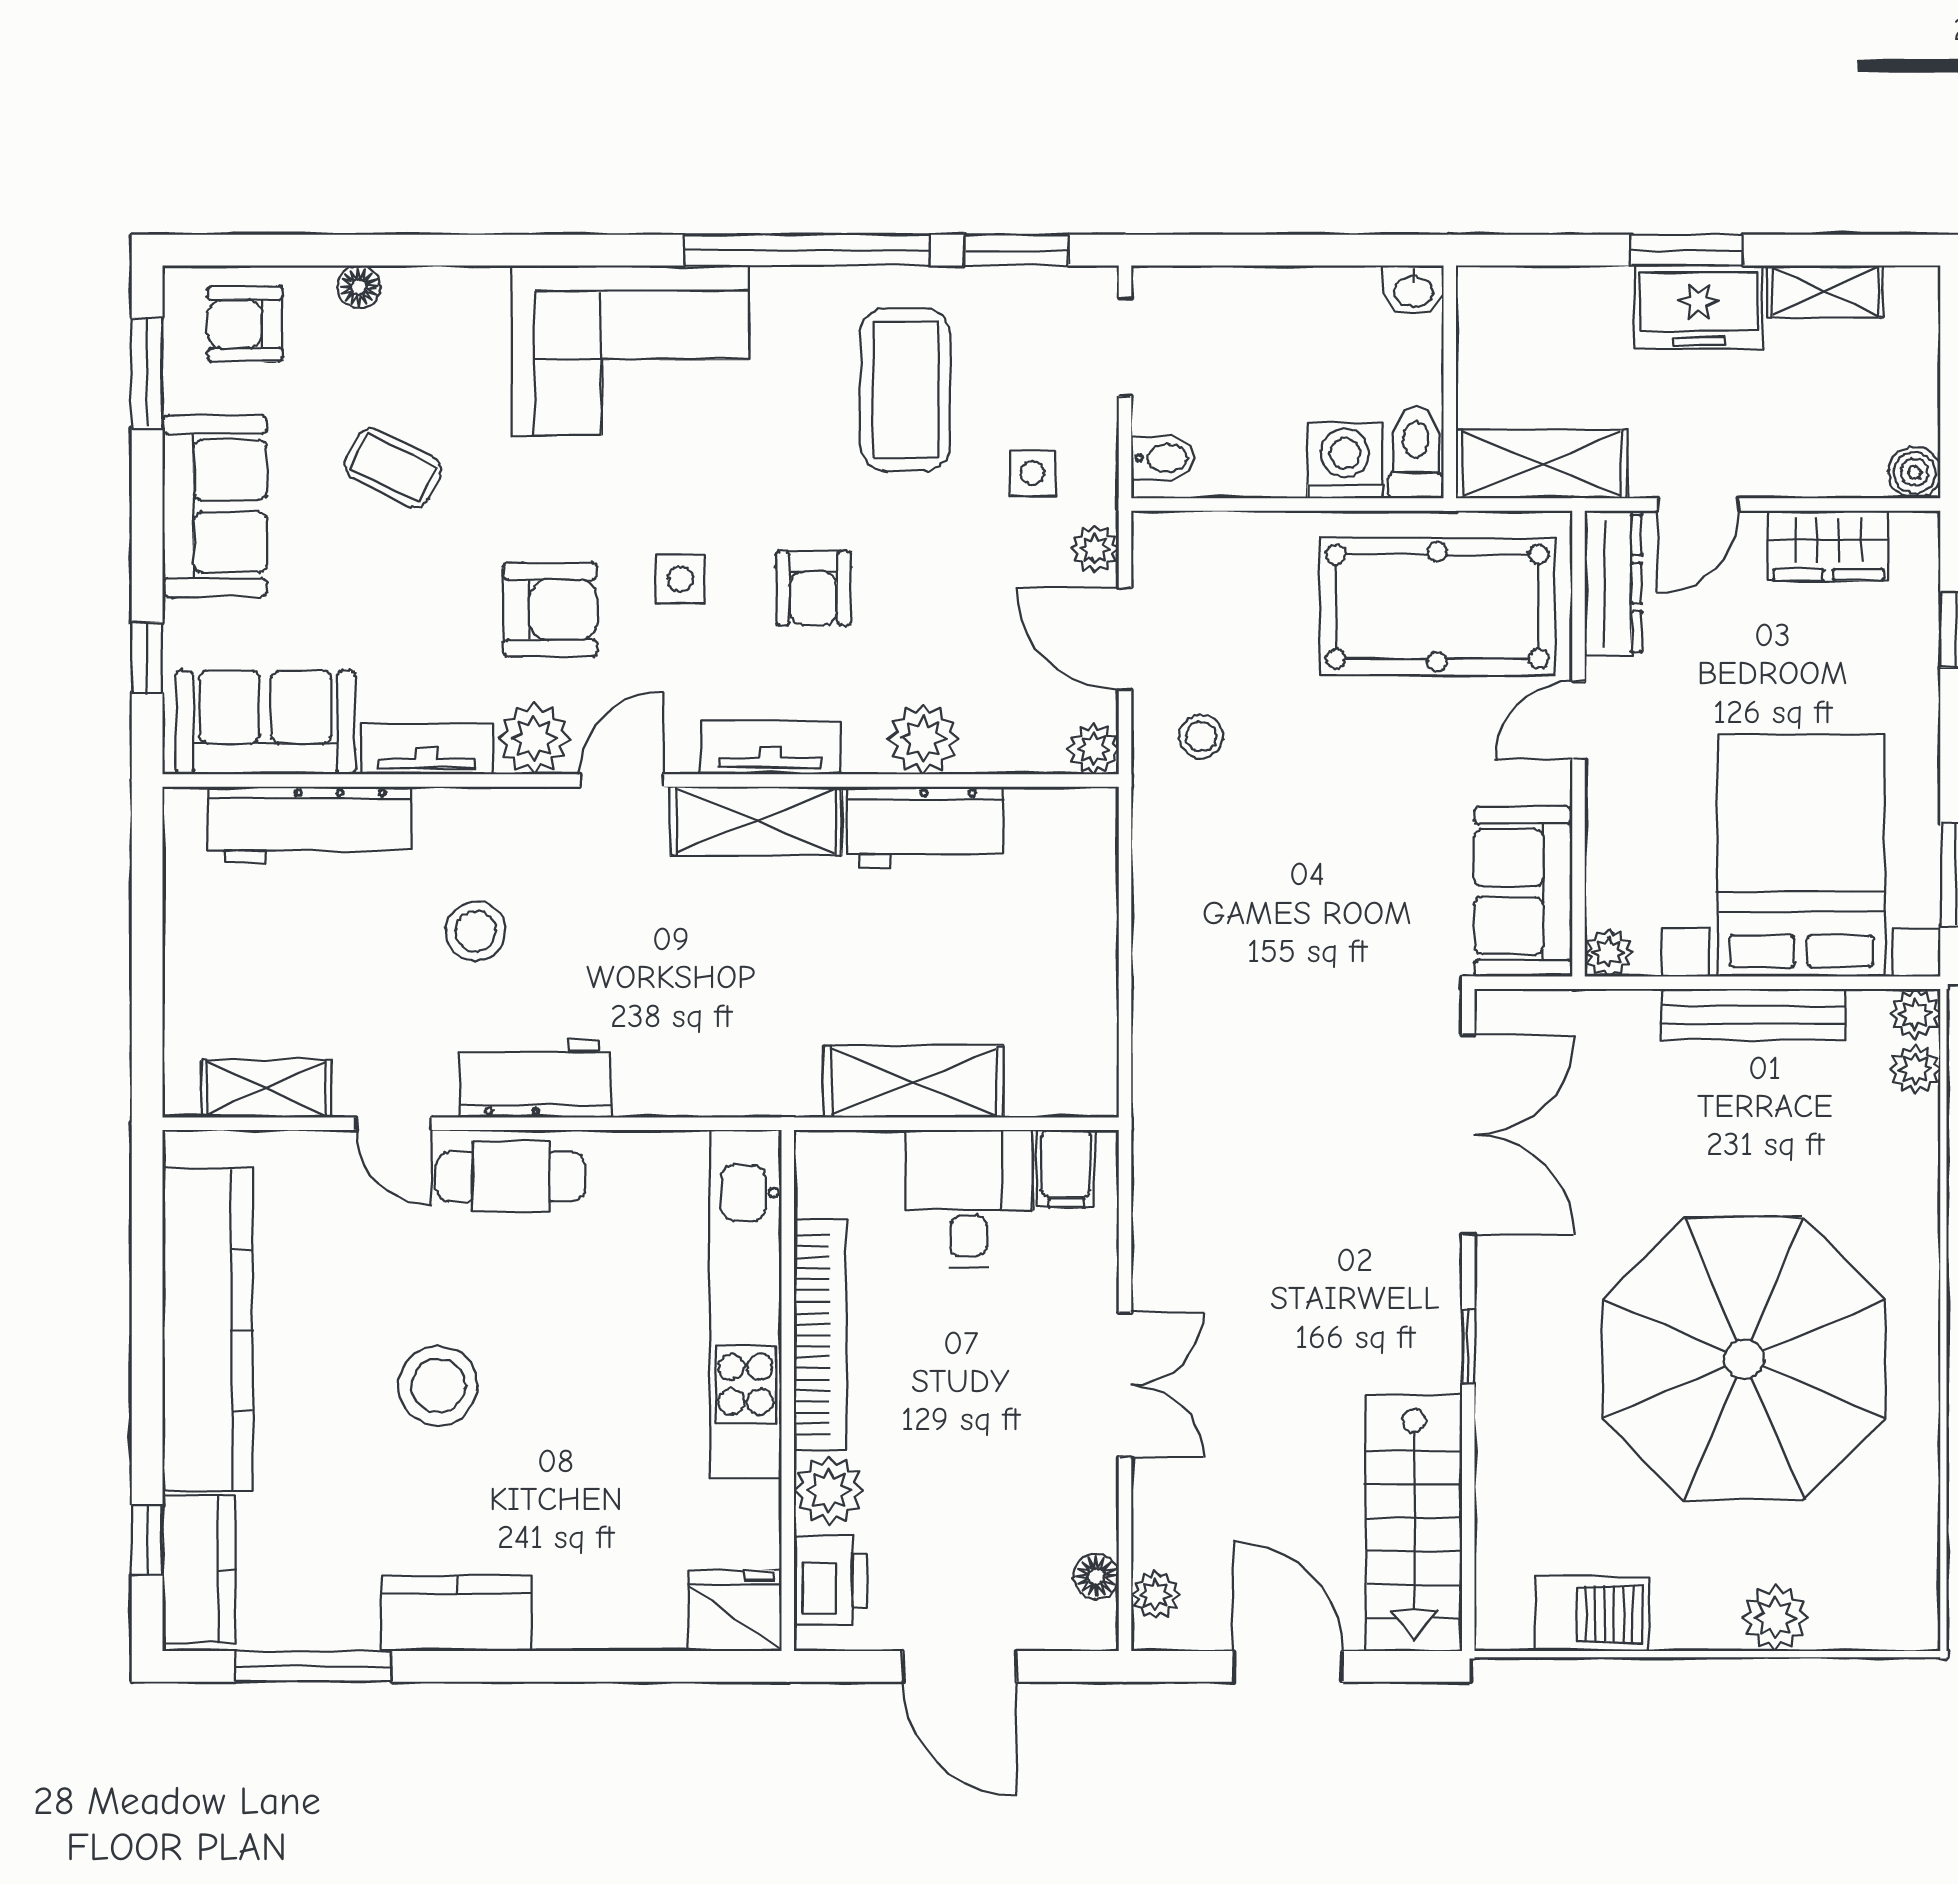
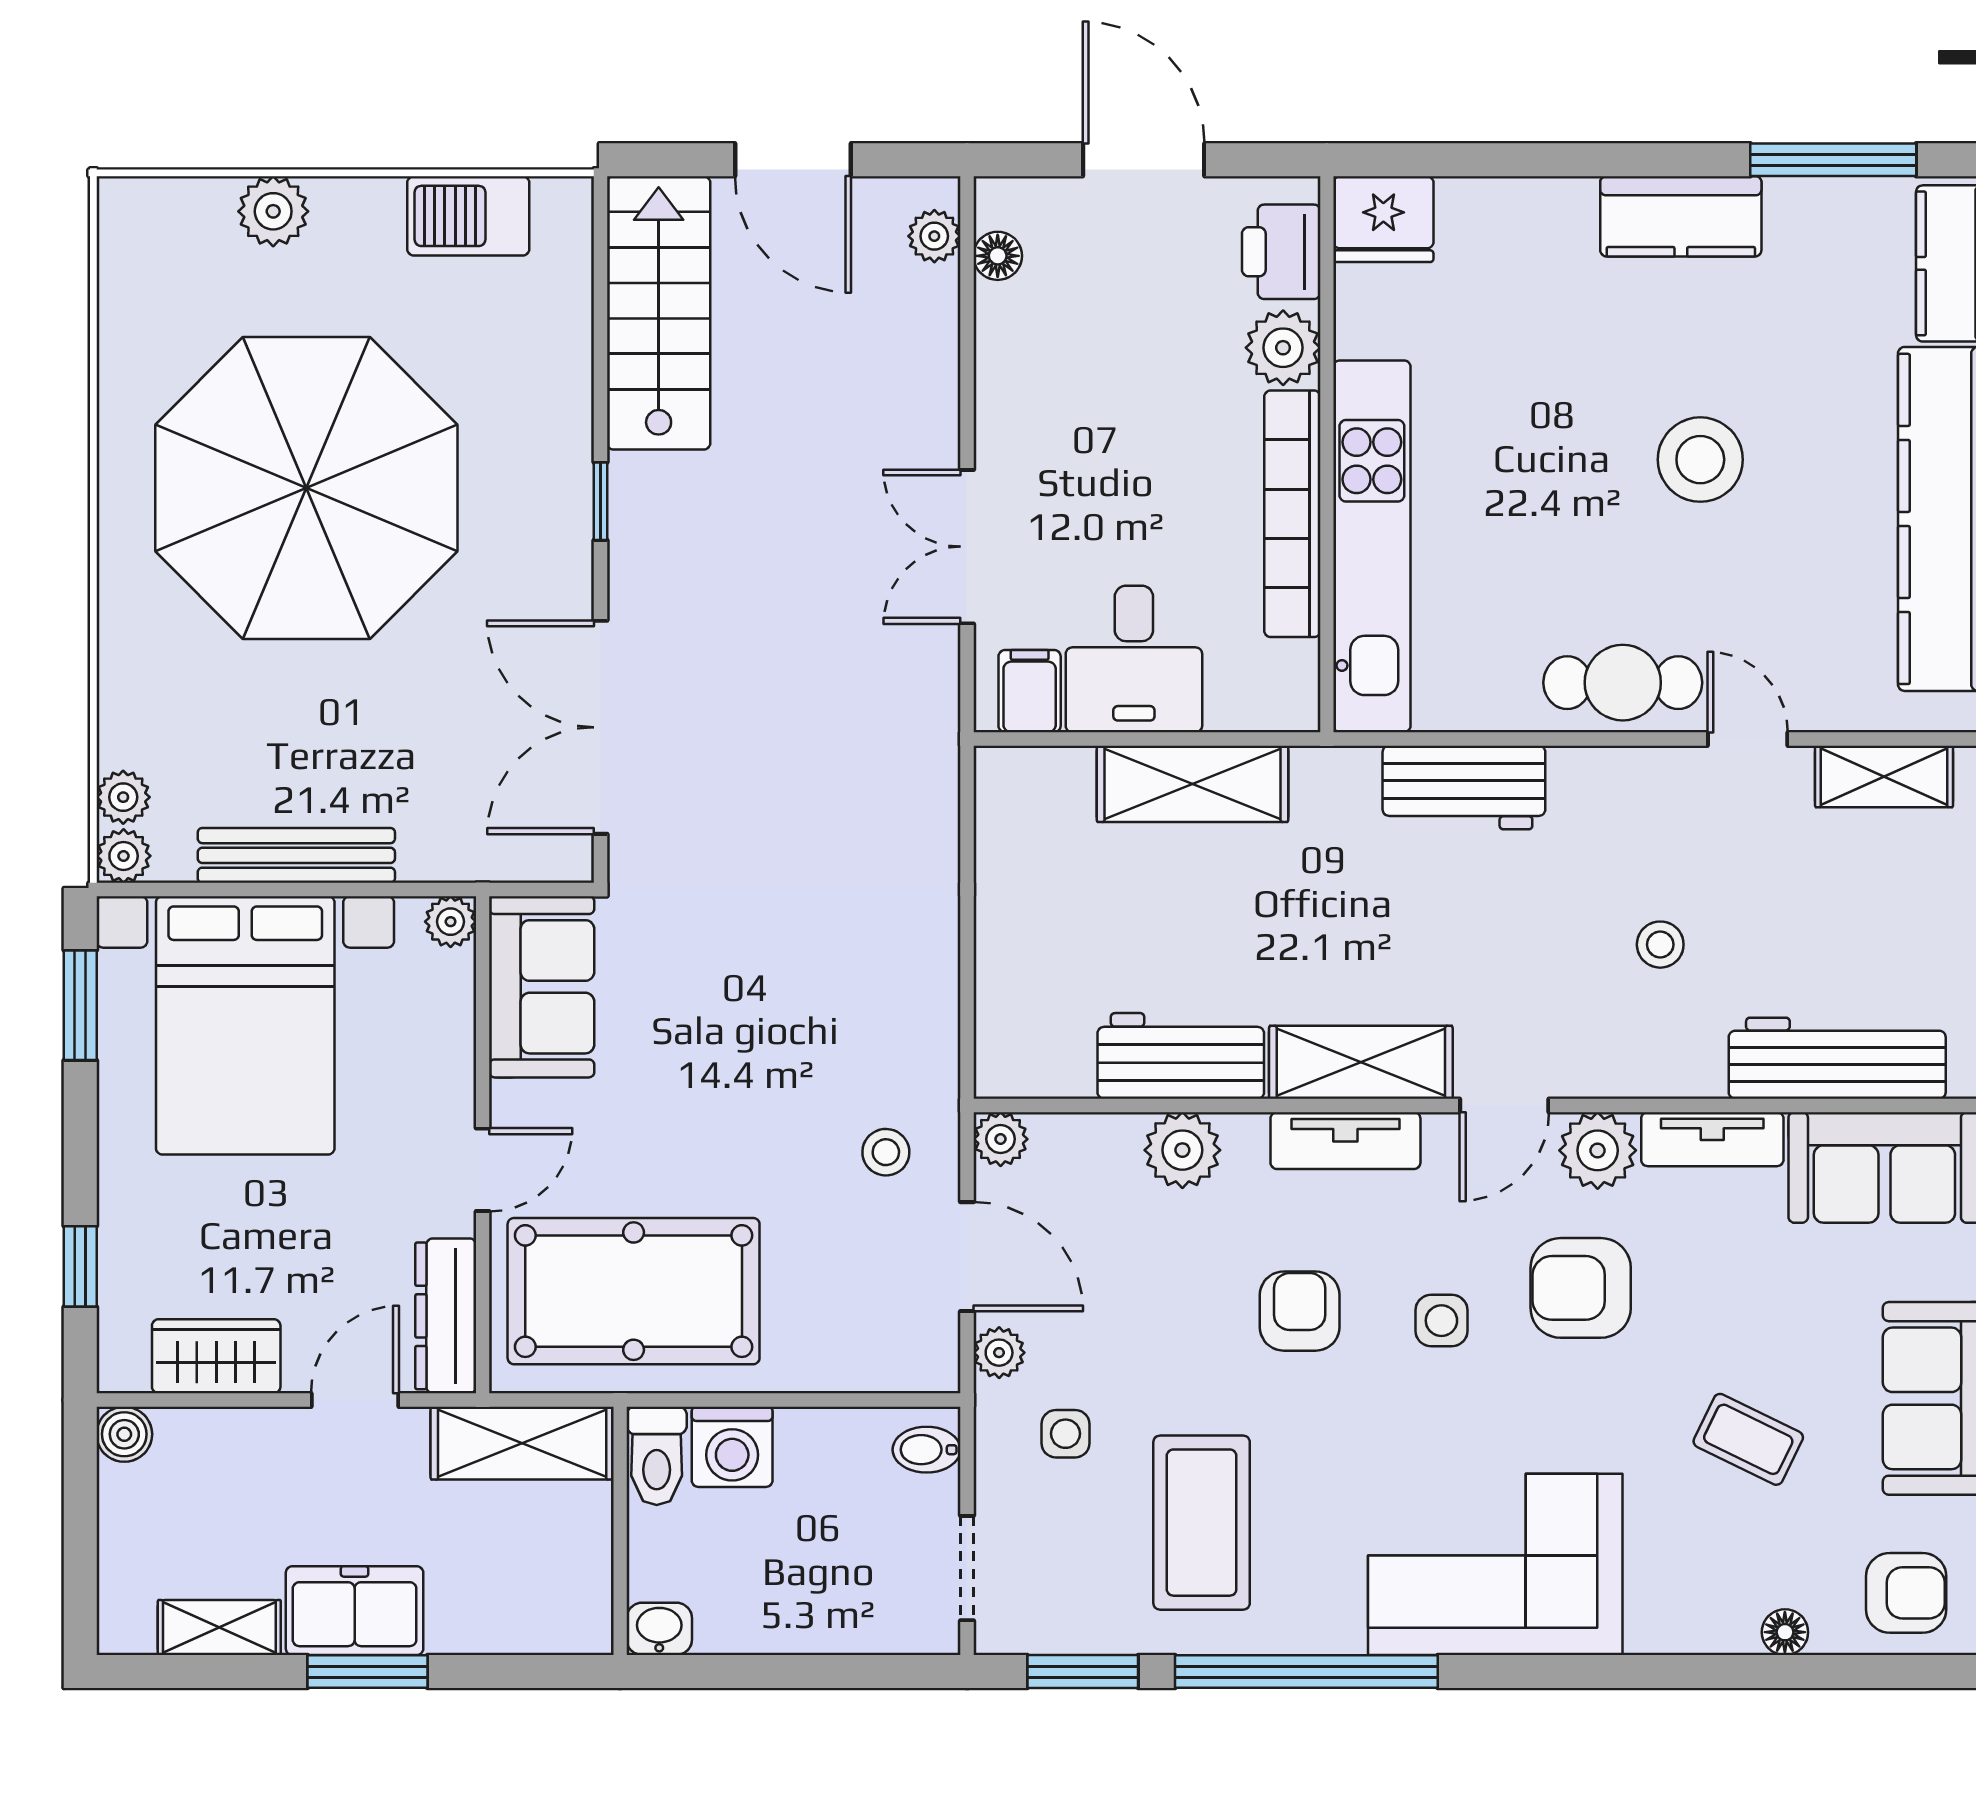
stool: (476, 931) -> (1660, 945), width x0.73, depth x0.73
workbench: (535, 1078) -> (1464, 788), moved
double door: (1125, 1385) -> (967, 547), moved

